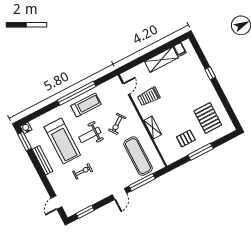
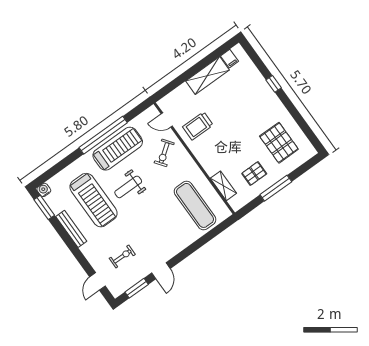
door: (126, 89) -> (167, 120), swing flipped
treadmill: (86, 105) -> (118, 149), width x1.37, depth x1.38
exercise bike: (117, 124) -> (164, 153), moved
shelving: (153, 127) -> (223, 186), moved
exercise bike: (83, 171) -> (122, 256), moved
window: (142, 182) -> (205, 239), removed
door: (119, 194) -> (161, 271), moved

